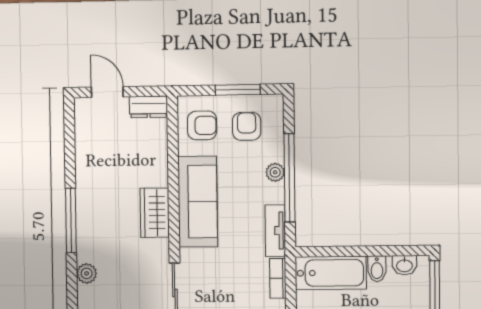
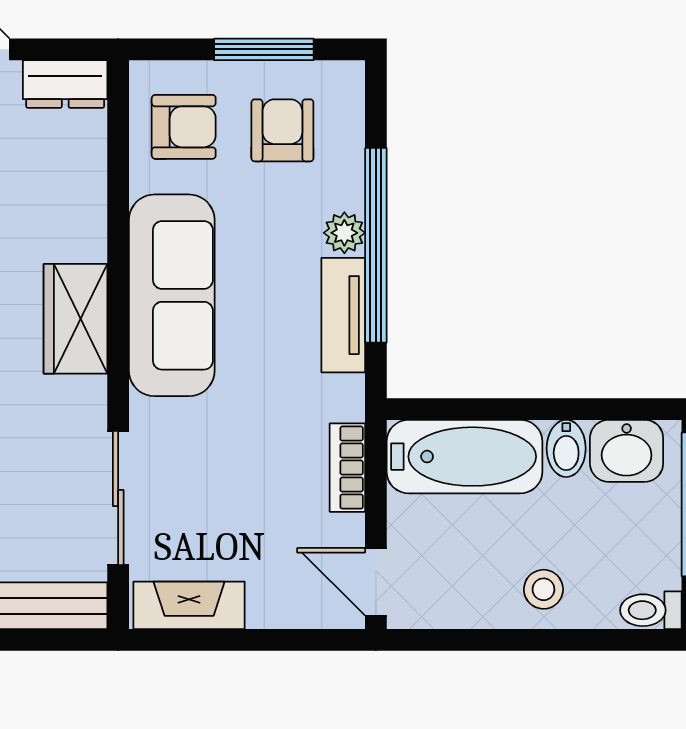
tv unit: (275, 231) -> (343, 315), moved
washbasin: (404, 265) -> (627, 451), width x1.38, depth x1.45

